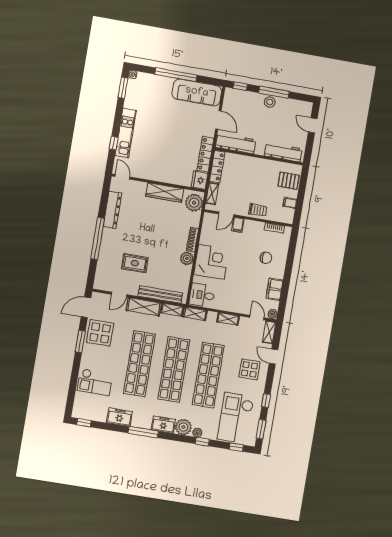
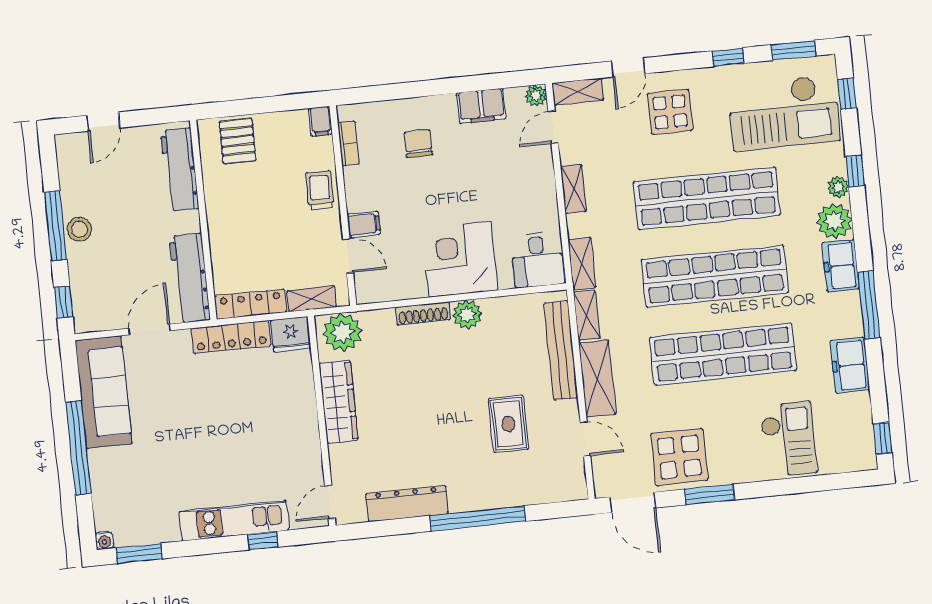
filing cabinet: (290, 203) -> (320, 121), moved

